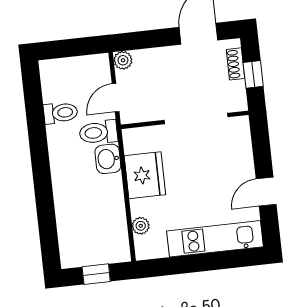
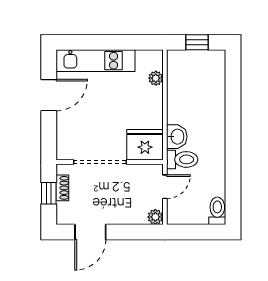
shoe rack: (236, 64) -> (62, 188), moved
toilet: (61, 113) -> (217, 211), moved, turned 90
fridge: (145, 175) -> (145, 145), moved, turned 90
door: (266, 192) -> (49, 95), width x1.38

